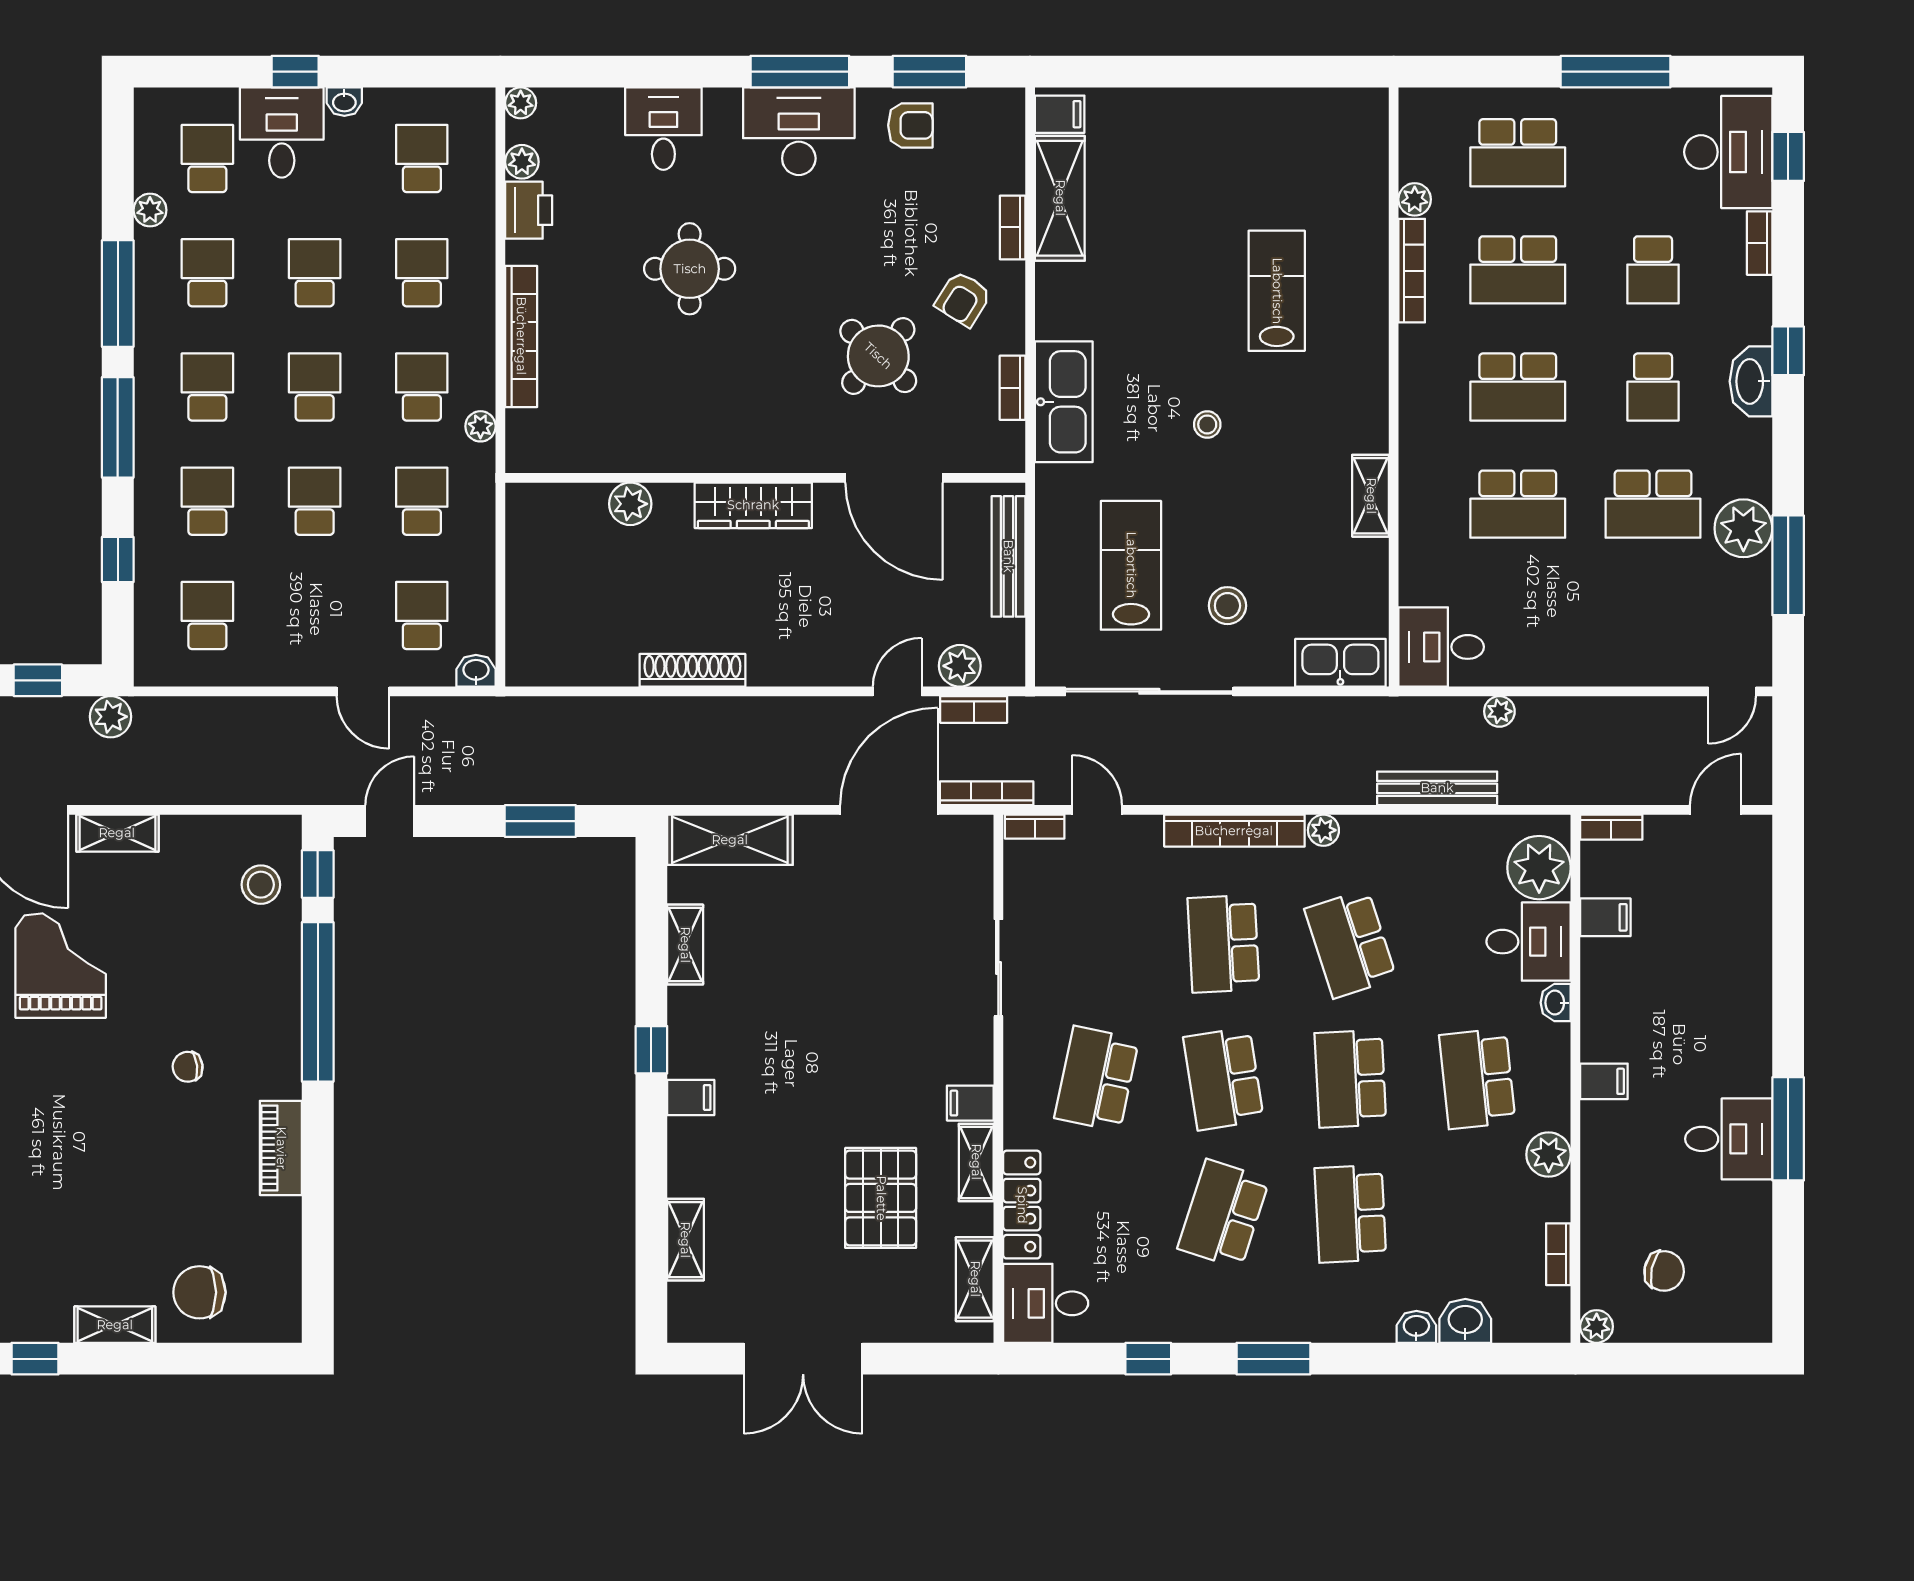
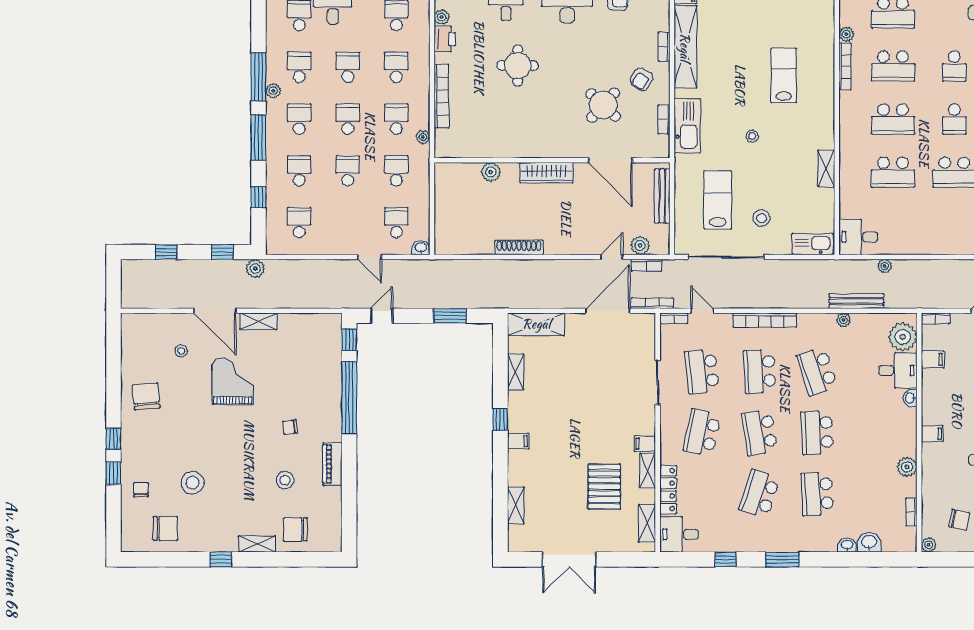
shelving: (1060, 198) -> (685, 47), width x1.47
plant: (150, 210) -> (273, 91), moved
plant: (1323, 830) -> (844, 320), moved
stool: (261, 885) -> (285, 480), moved
school desk: (1477, 1079) -> (702, 371), moved

